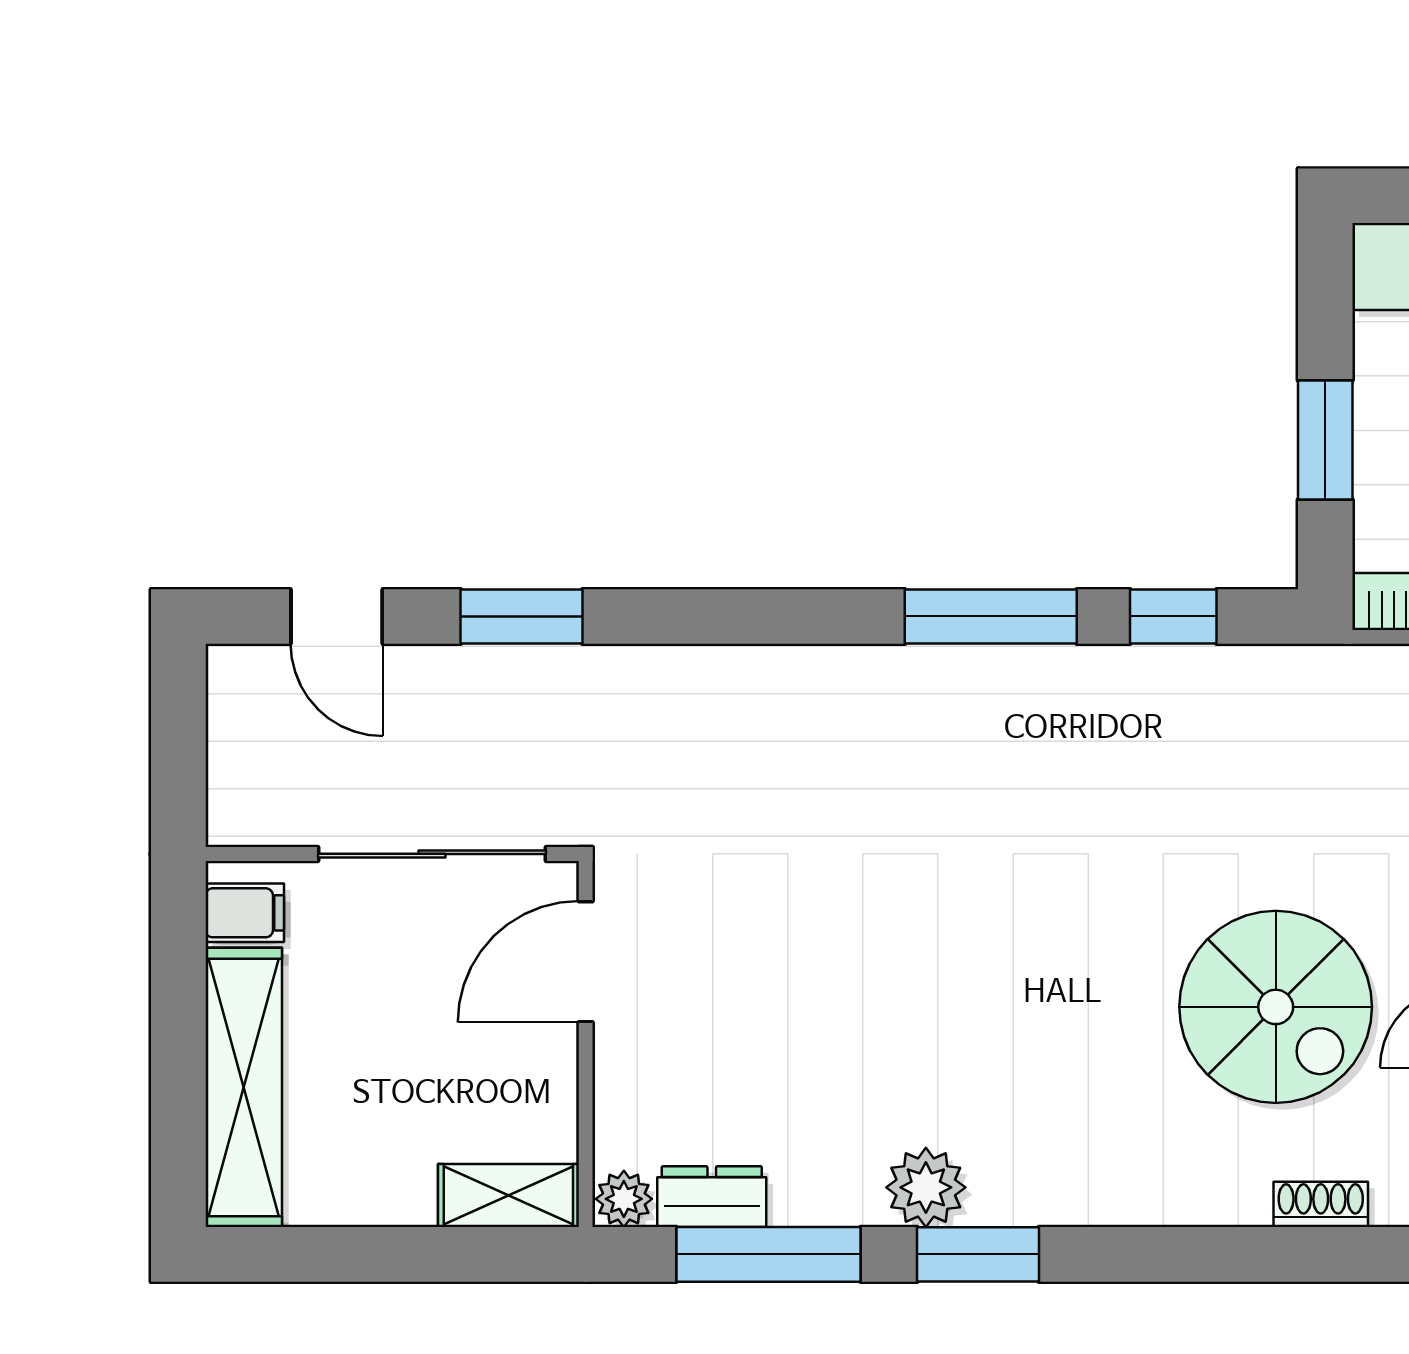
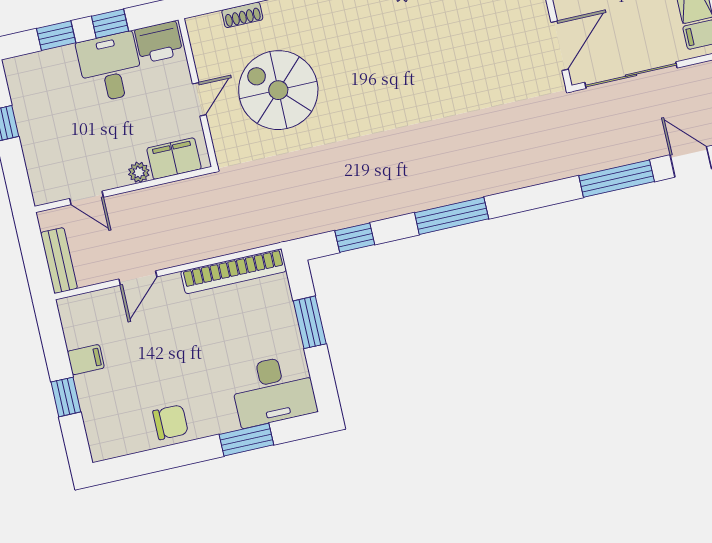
window: (521, 616) -> (617, 179), width x1.44
window: (991, 616) -> (452, 216), moved

